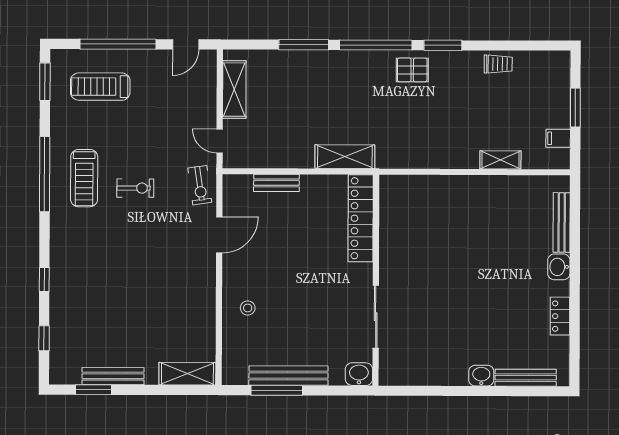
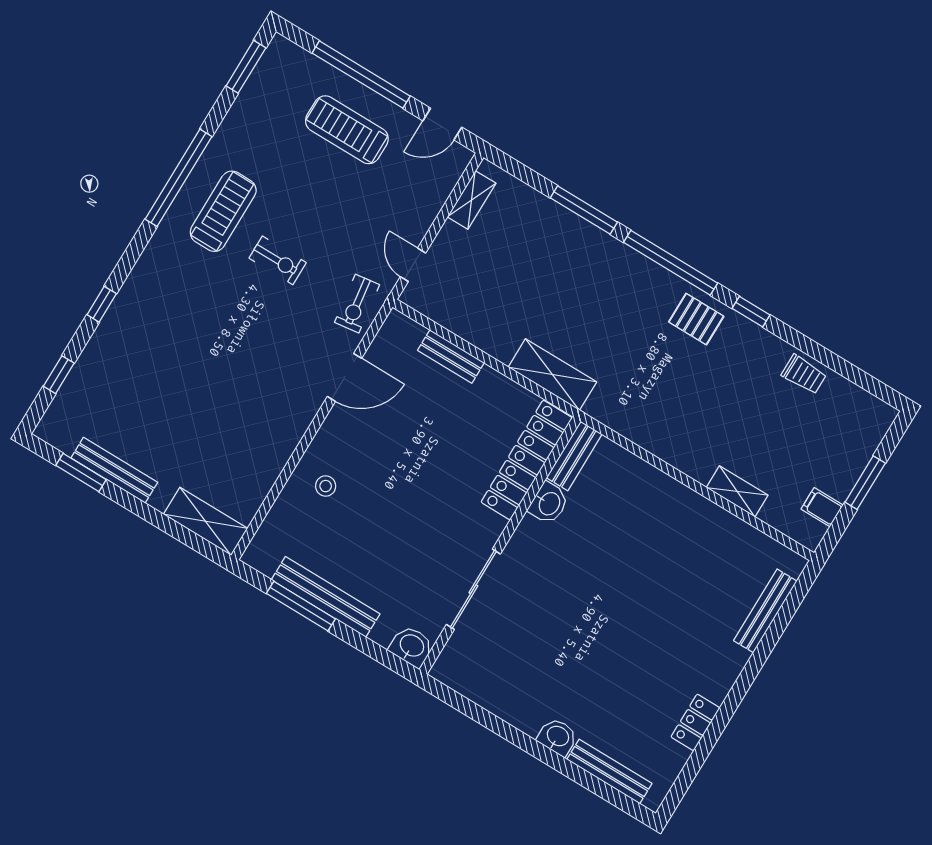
window: (443, 45) -> (751, 312), width x0.67
treadmill: (100, 87) -> (347, 130), moved
shelving: (234, 90) -> (472, 200), width x0.67, depth x0.75
treadmill: (84, 178) -> (223, 211), turned 180
bench: (388, 198) -> (574, 456), added
washbasin: (559, 267) -> (549, 503), moved, turned 180

